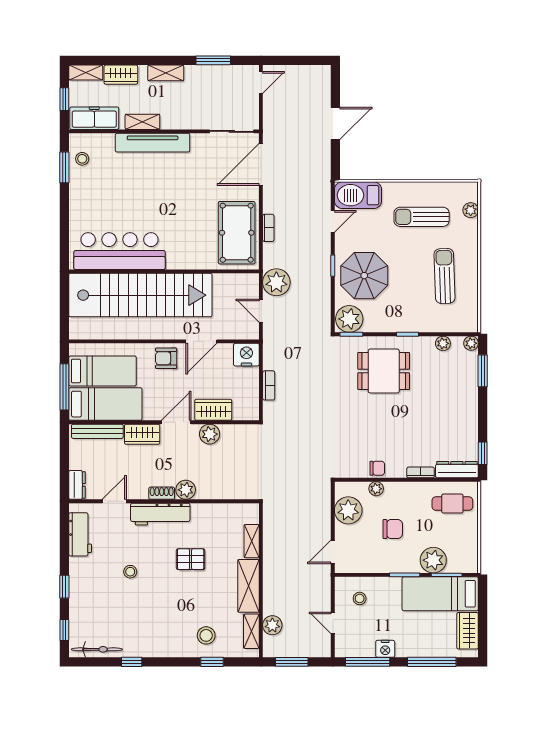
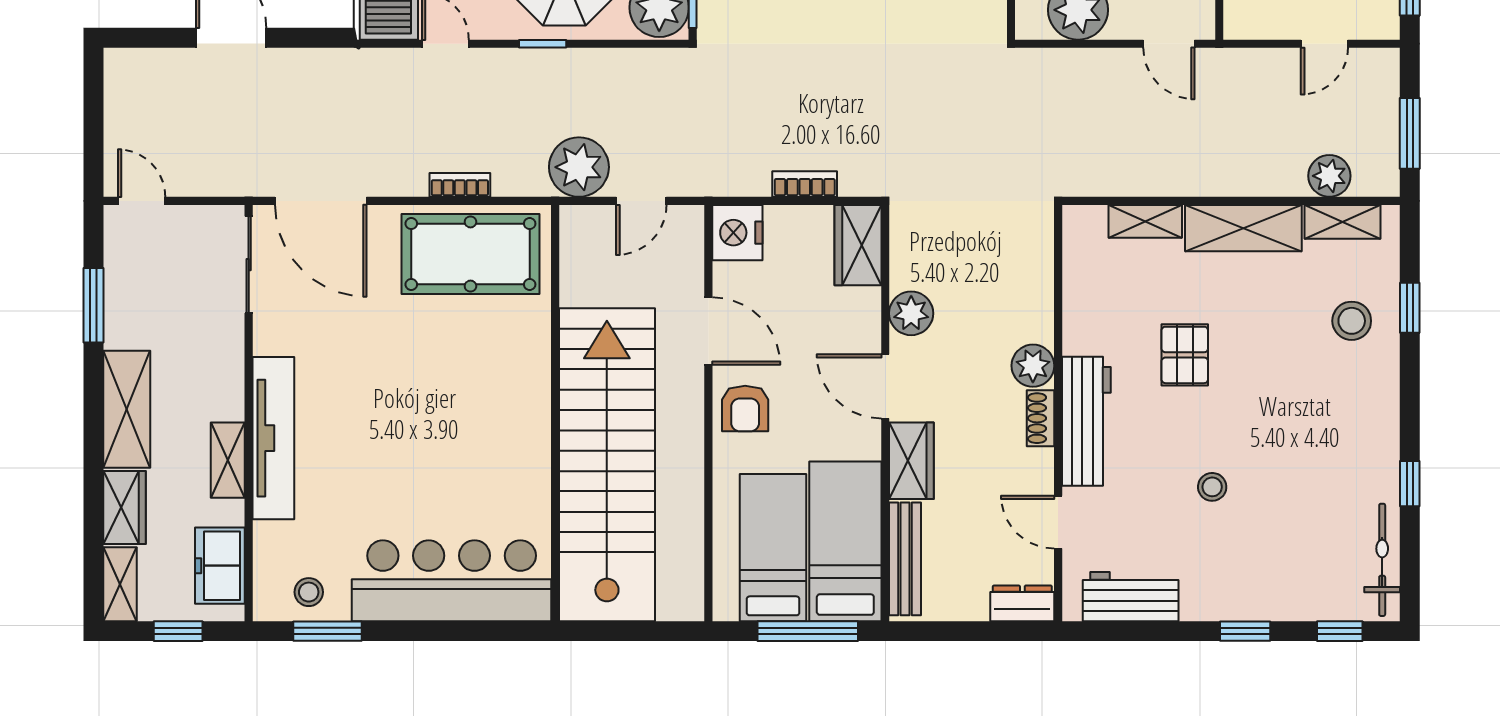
shelving: (166, 73) -> (127, 409), width x1.50, depth x1.33
freezer: (94, 118) -> (220, 566), width x0.71
bar counter: (120, 251) -> (452, 581), moved, turned 90
wardrobe: (213, 410) -> (858, 245), moved

